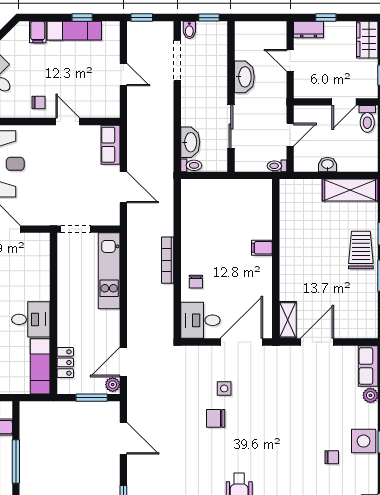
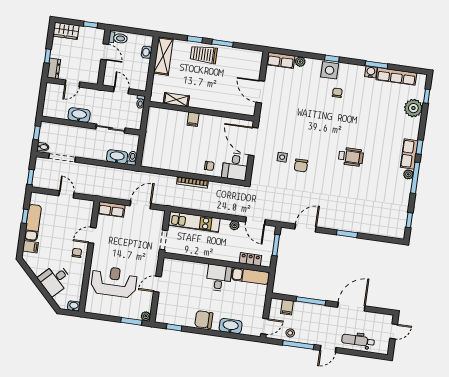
door: (123, 75) -> (66, 194), hinge flipped
washbasin: (327, 165) -> (147, 52), moved
shelving: (288, 320) -> (176, 100), moved
plant: (113, 385) -> (234, 225), moved

